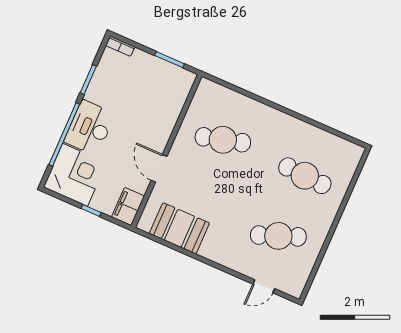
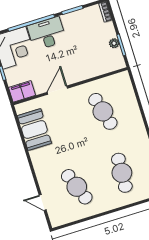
plant: (161, 66) -> (114, 43), added

